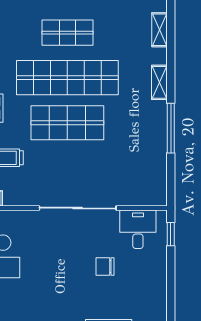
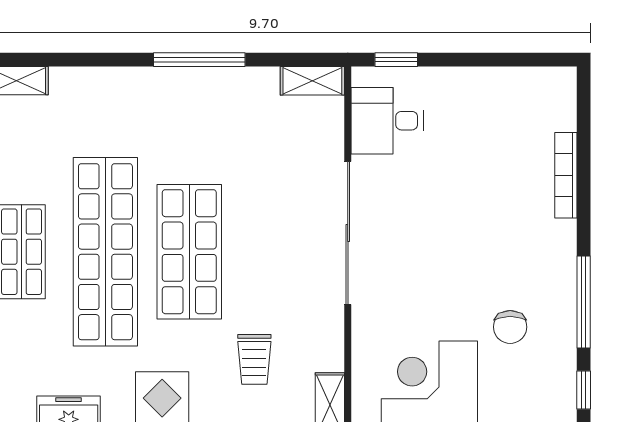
shelving: (159, 82) -> (312, 81), moved
chair: (105, 266) -> (510, 327), moved

